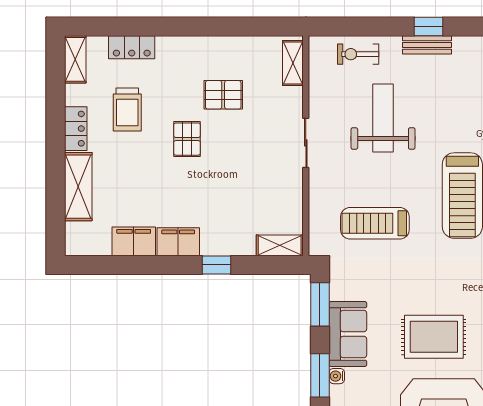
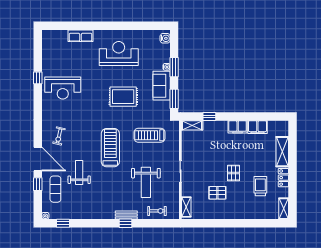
locker: (132, 47) -> (258, 214), removed
treadmill: (375, 223) -> (150, 135), turned 180
window: (216, 265) -> (209, 117), moved
rug: (434, 337) -> (123, 97), moved

